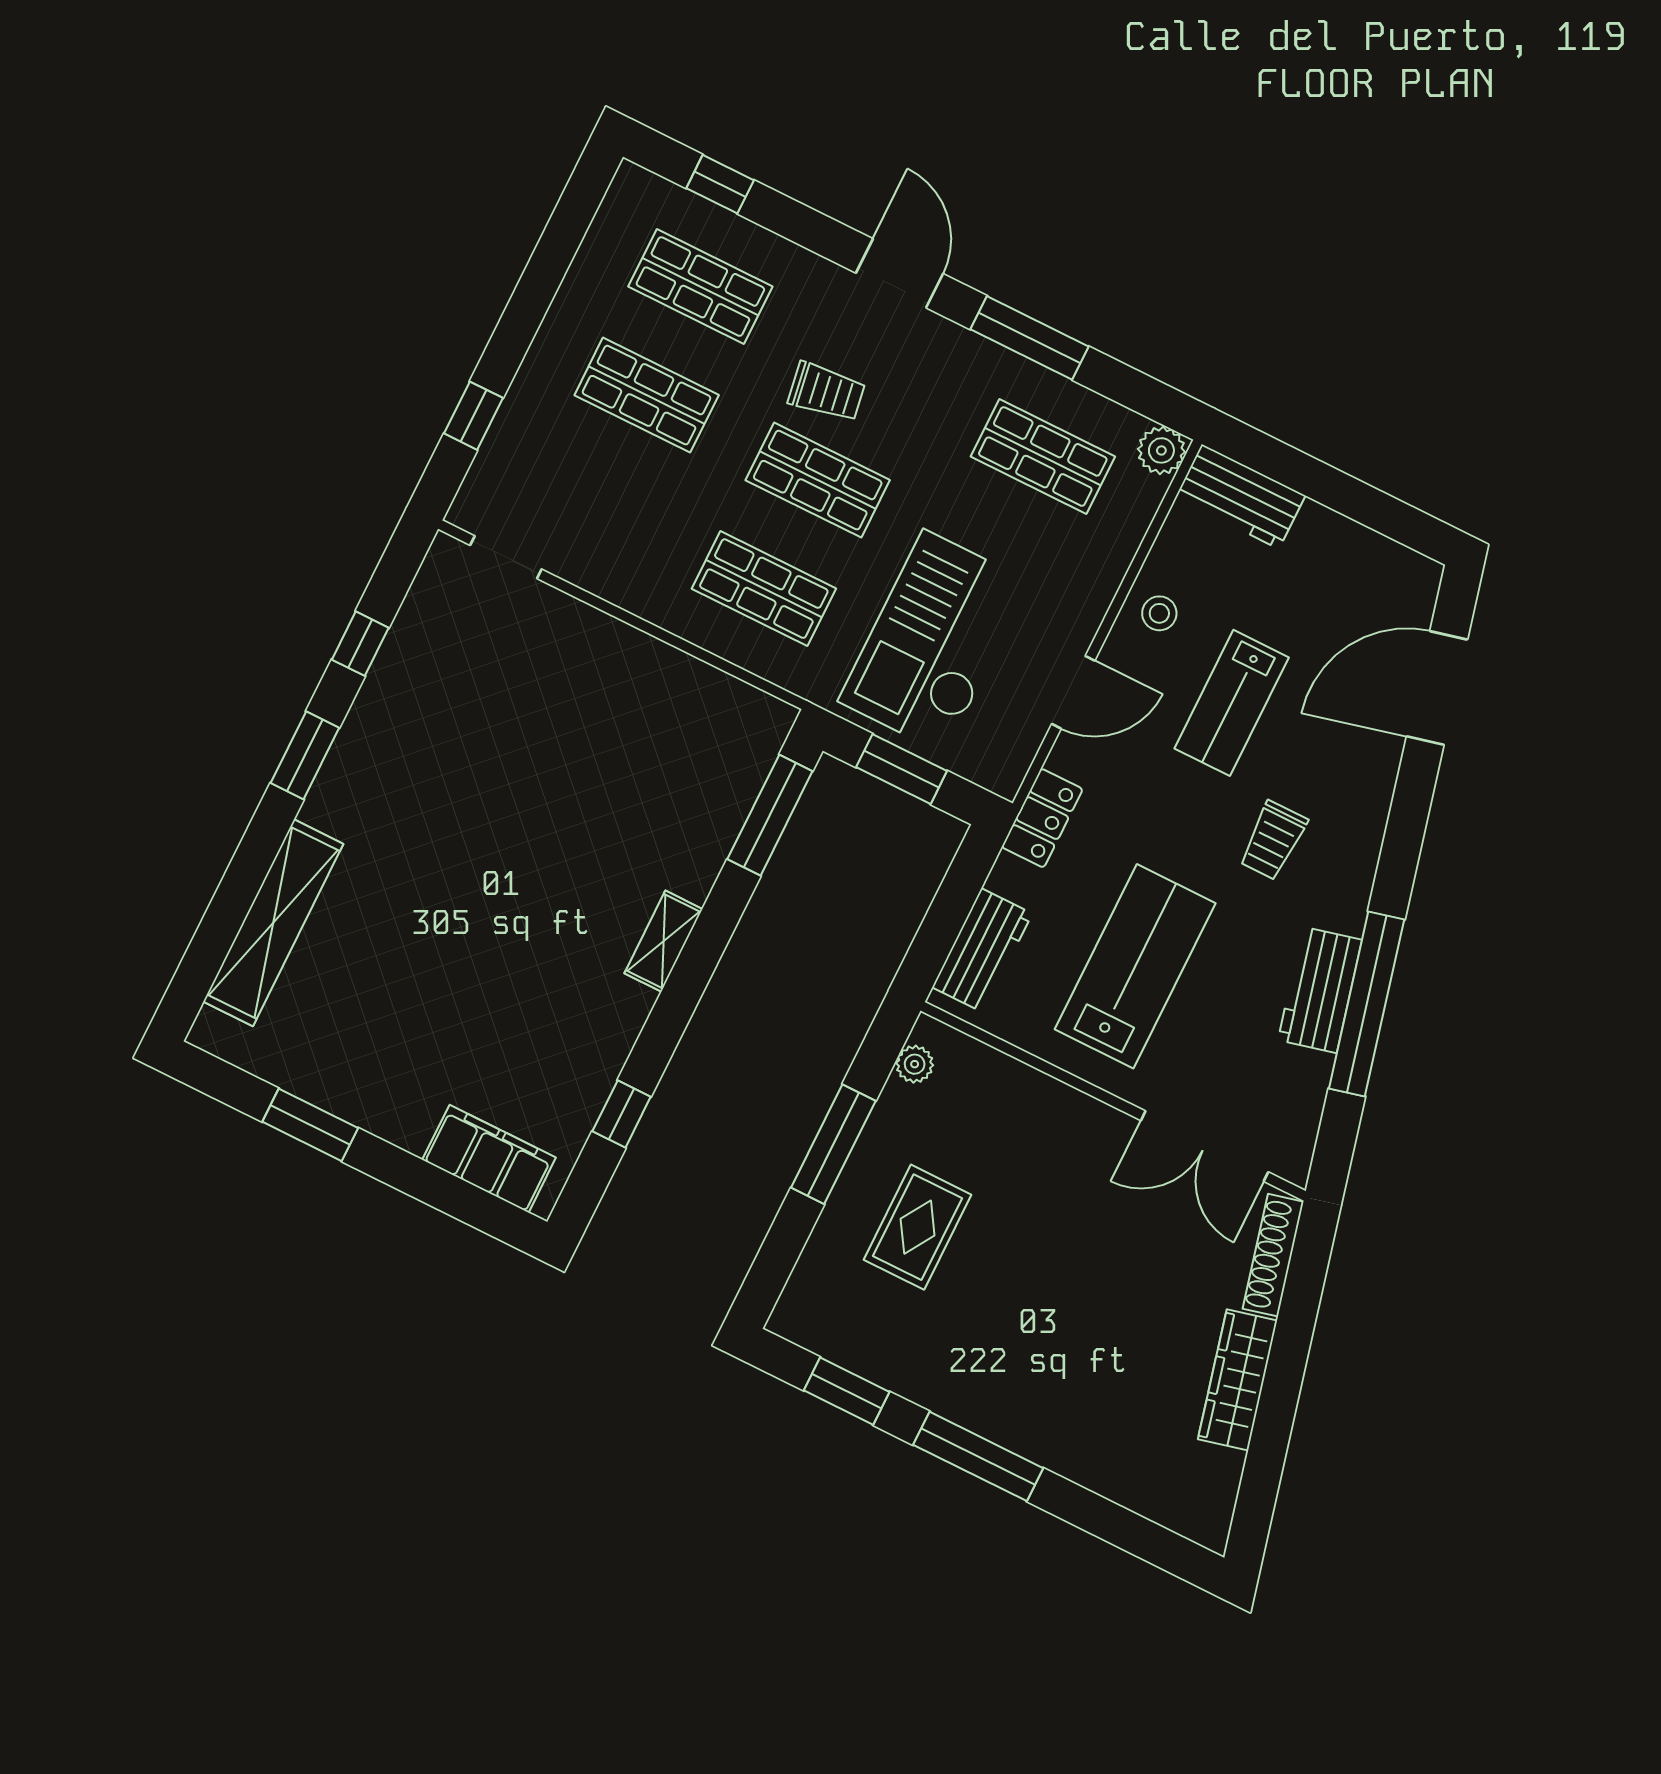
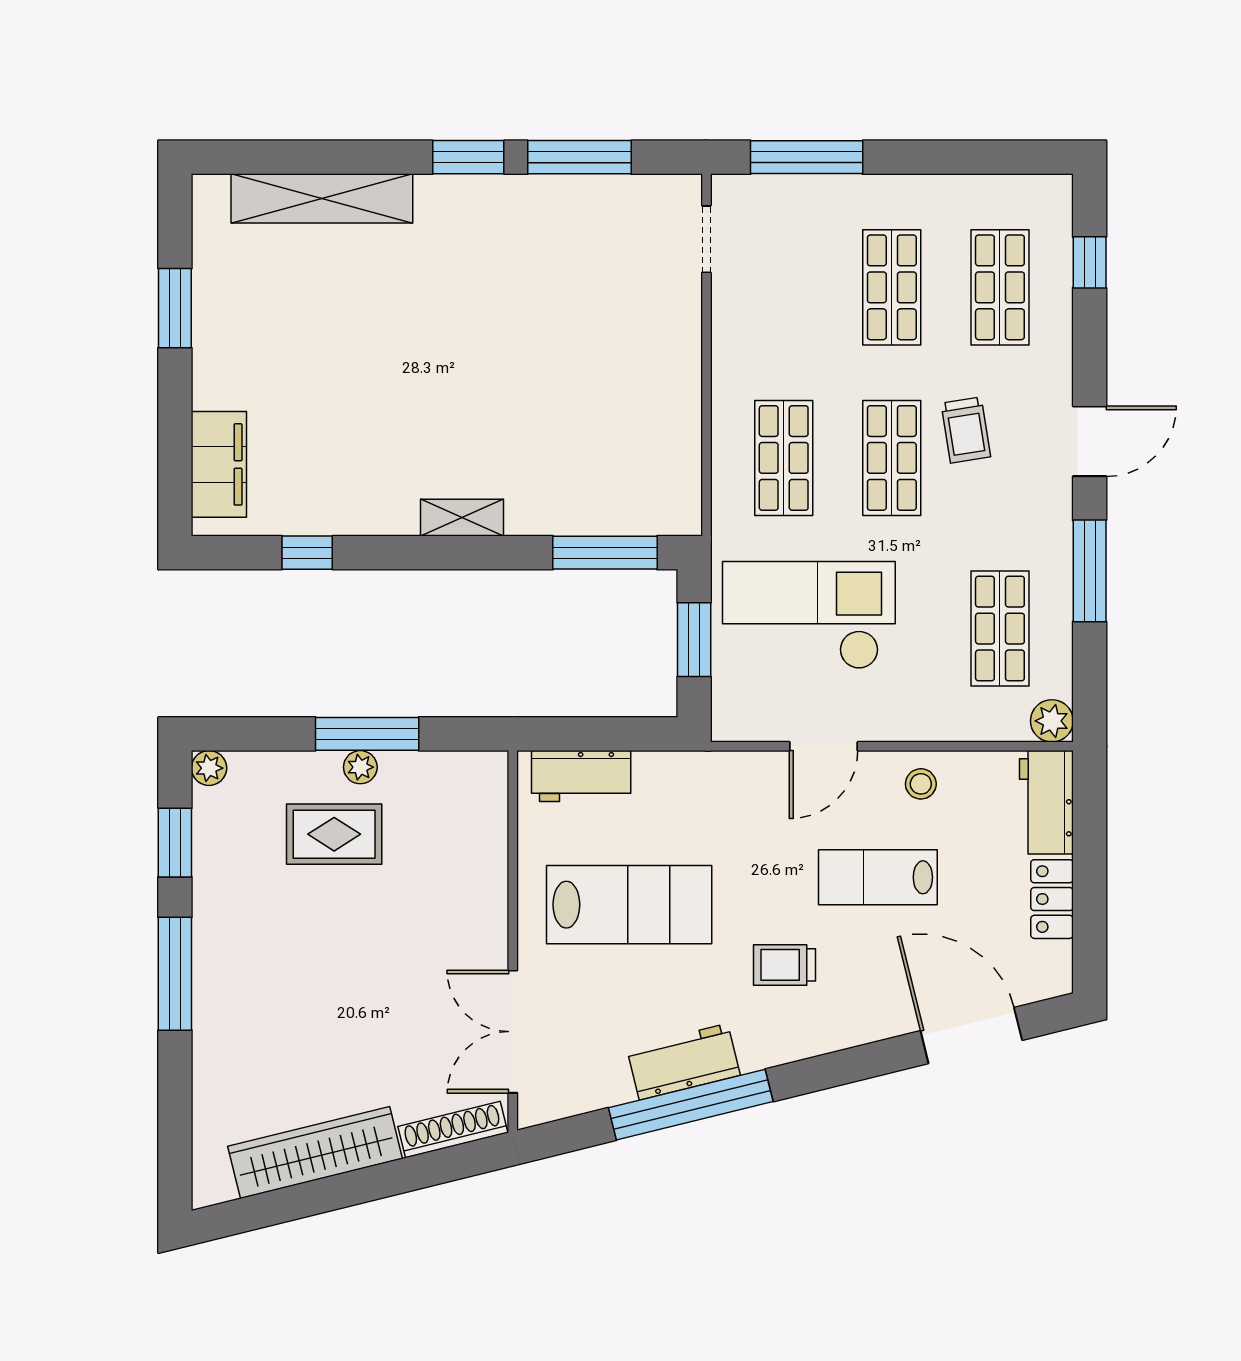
window: (473, 416) -> (807, 157), width x2.17
window: (360, 644) -> (579, 157), width x2.17
door: (1073, 692) -> (824, 746), hinge flipped
locker: (1042, 818) -> (1052, 899), moved, turned 90
plant: (915, 1064) -> (360, 767), moved
plant: (789, 1320) -> (209, 768), added
wardrobe: (1238, 1380) -> (315, 1152), width x1.40, depth x1.17

